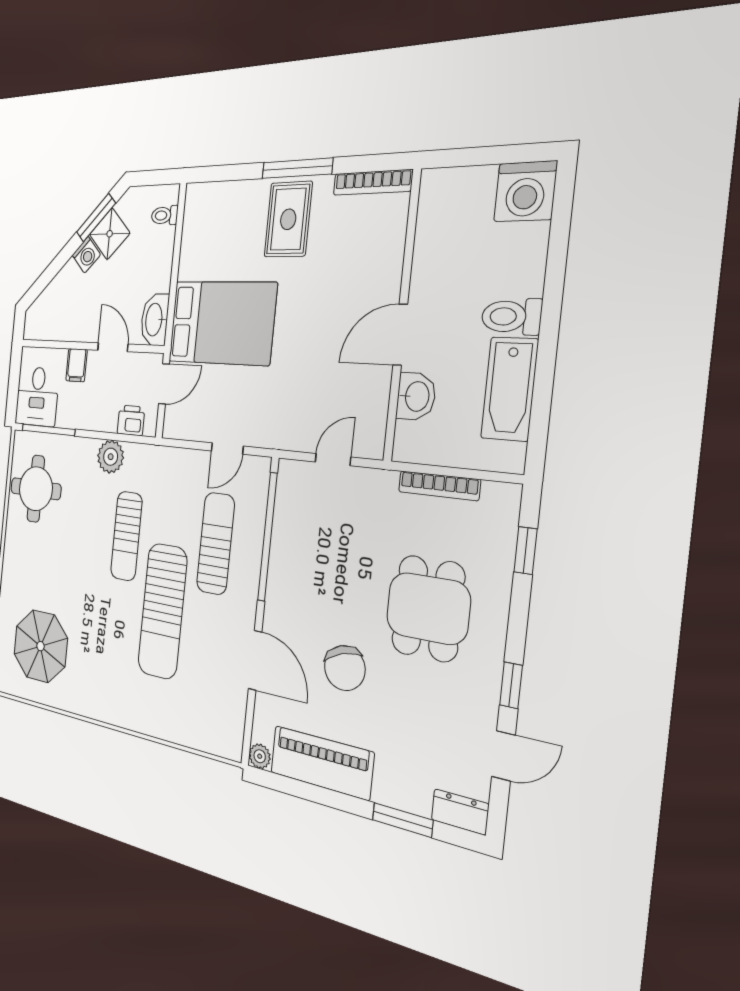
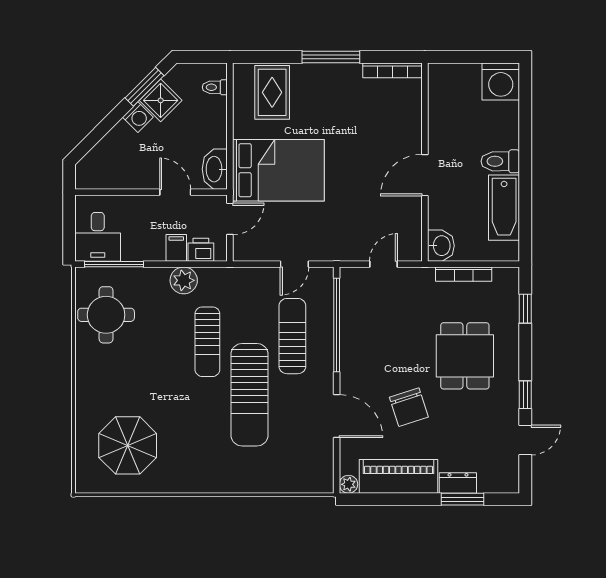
rug: (288, 219) -> (272, 92), moved
filing cabinet: (77, 365) -> (176, 248), moved, turned 180
washbasin: (416, 396) -> (441, 246), moved
dresser: (460, 812) -> (458, 483), moved

